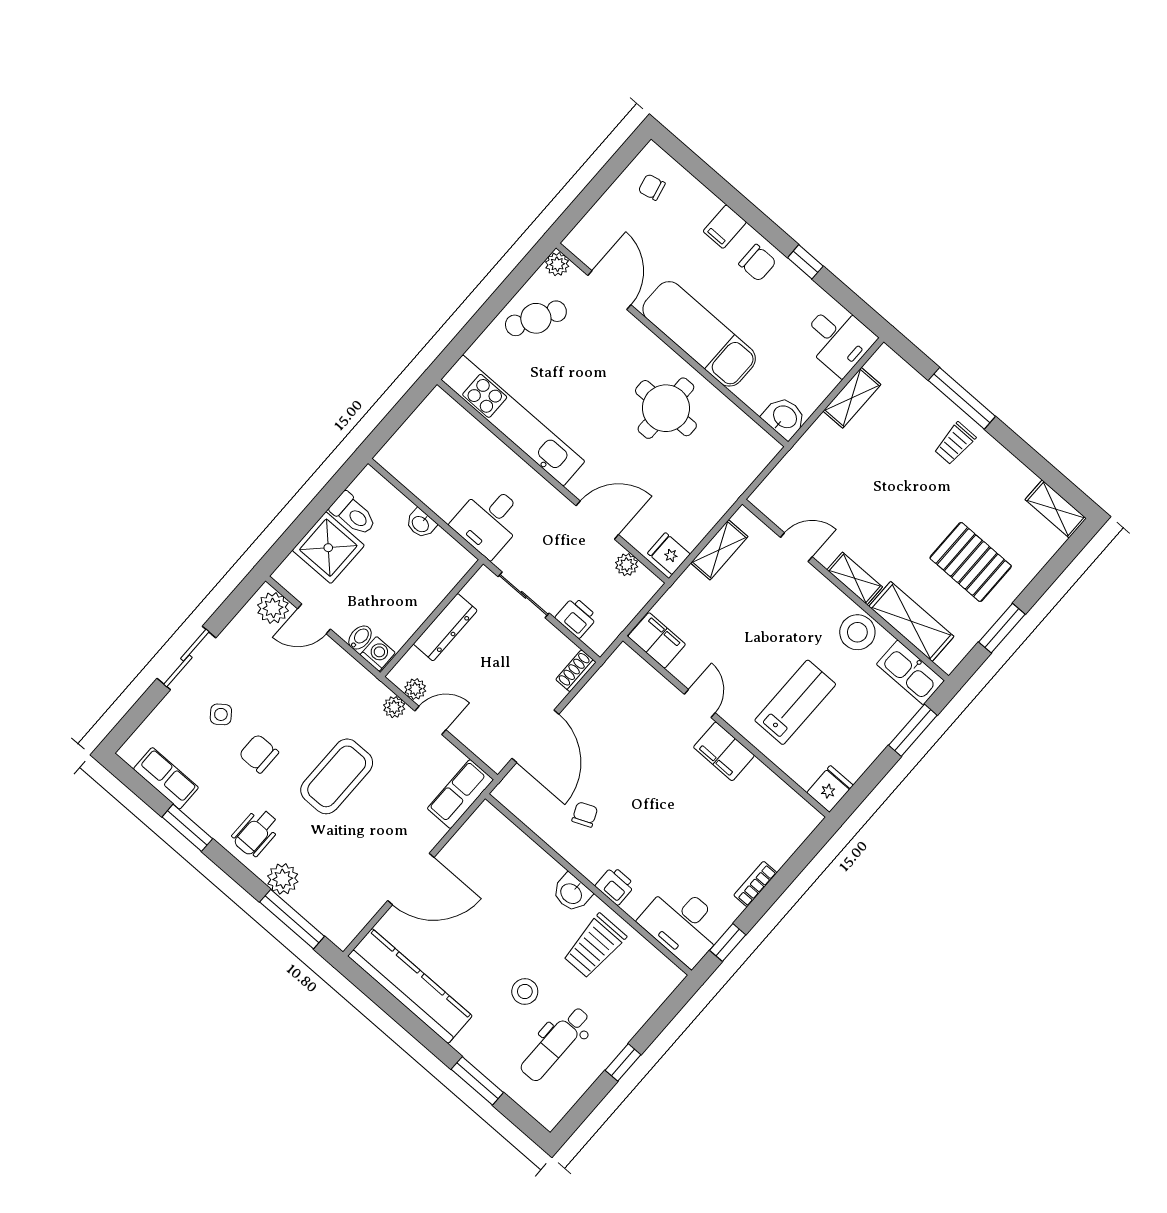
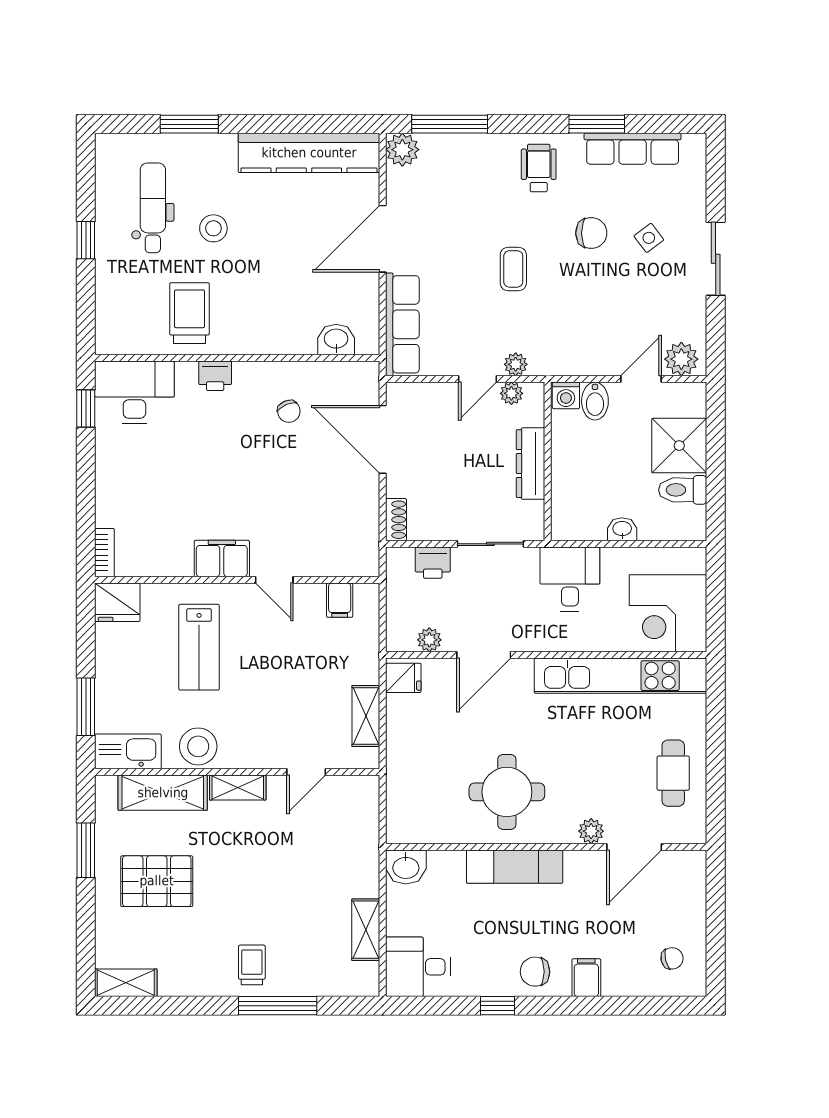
plant: (557, 264) -> (591, 831), moved
door: (609, 290) -> (634, 847), hinge flipped
cafe table: (536, 318) -> (673, 773), turned -30
exam couch: (699, 334) -> (515, 867), width x0.73, depth x0.69
corner desk: (440, 435) -> (668, 613), added
bidet: (360, 638) -> (595, 401), width x1.38, depth x1.36
filing cabinet: (657, 640) -> (340, 600), width x0.50
coffee table: (337, 776) -> (513, 269), width x0.54, depth x0.58
row of seats: (166, 778) -> (633, 149), width x1.48
fridge: (830, 789) -> (117, 602), width x1.38
row of seats: (460, 794) -> (402, 324), width x1.48
plant: (283, 879) -> (402, 150), moved
bookcase: (755, 884) -> (104, 553), moved
washbasin: (572, 893) -> (336, 339), moved

